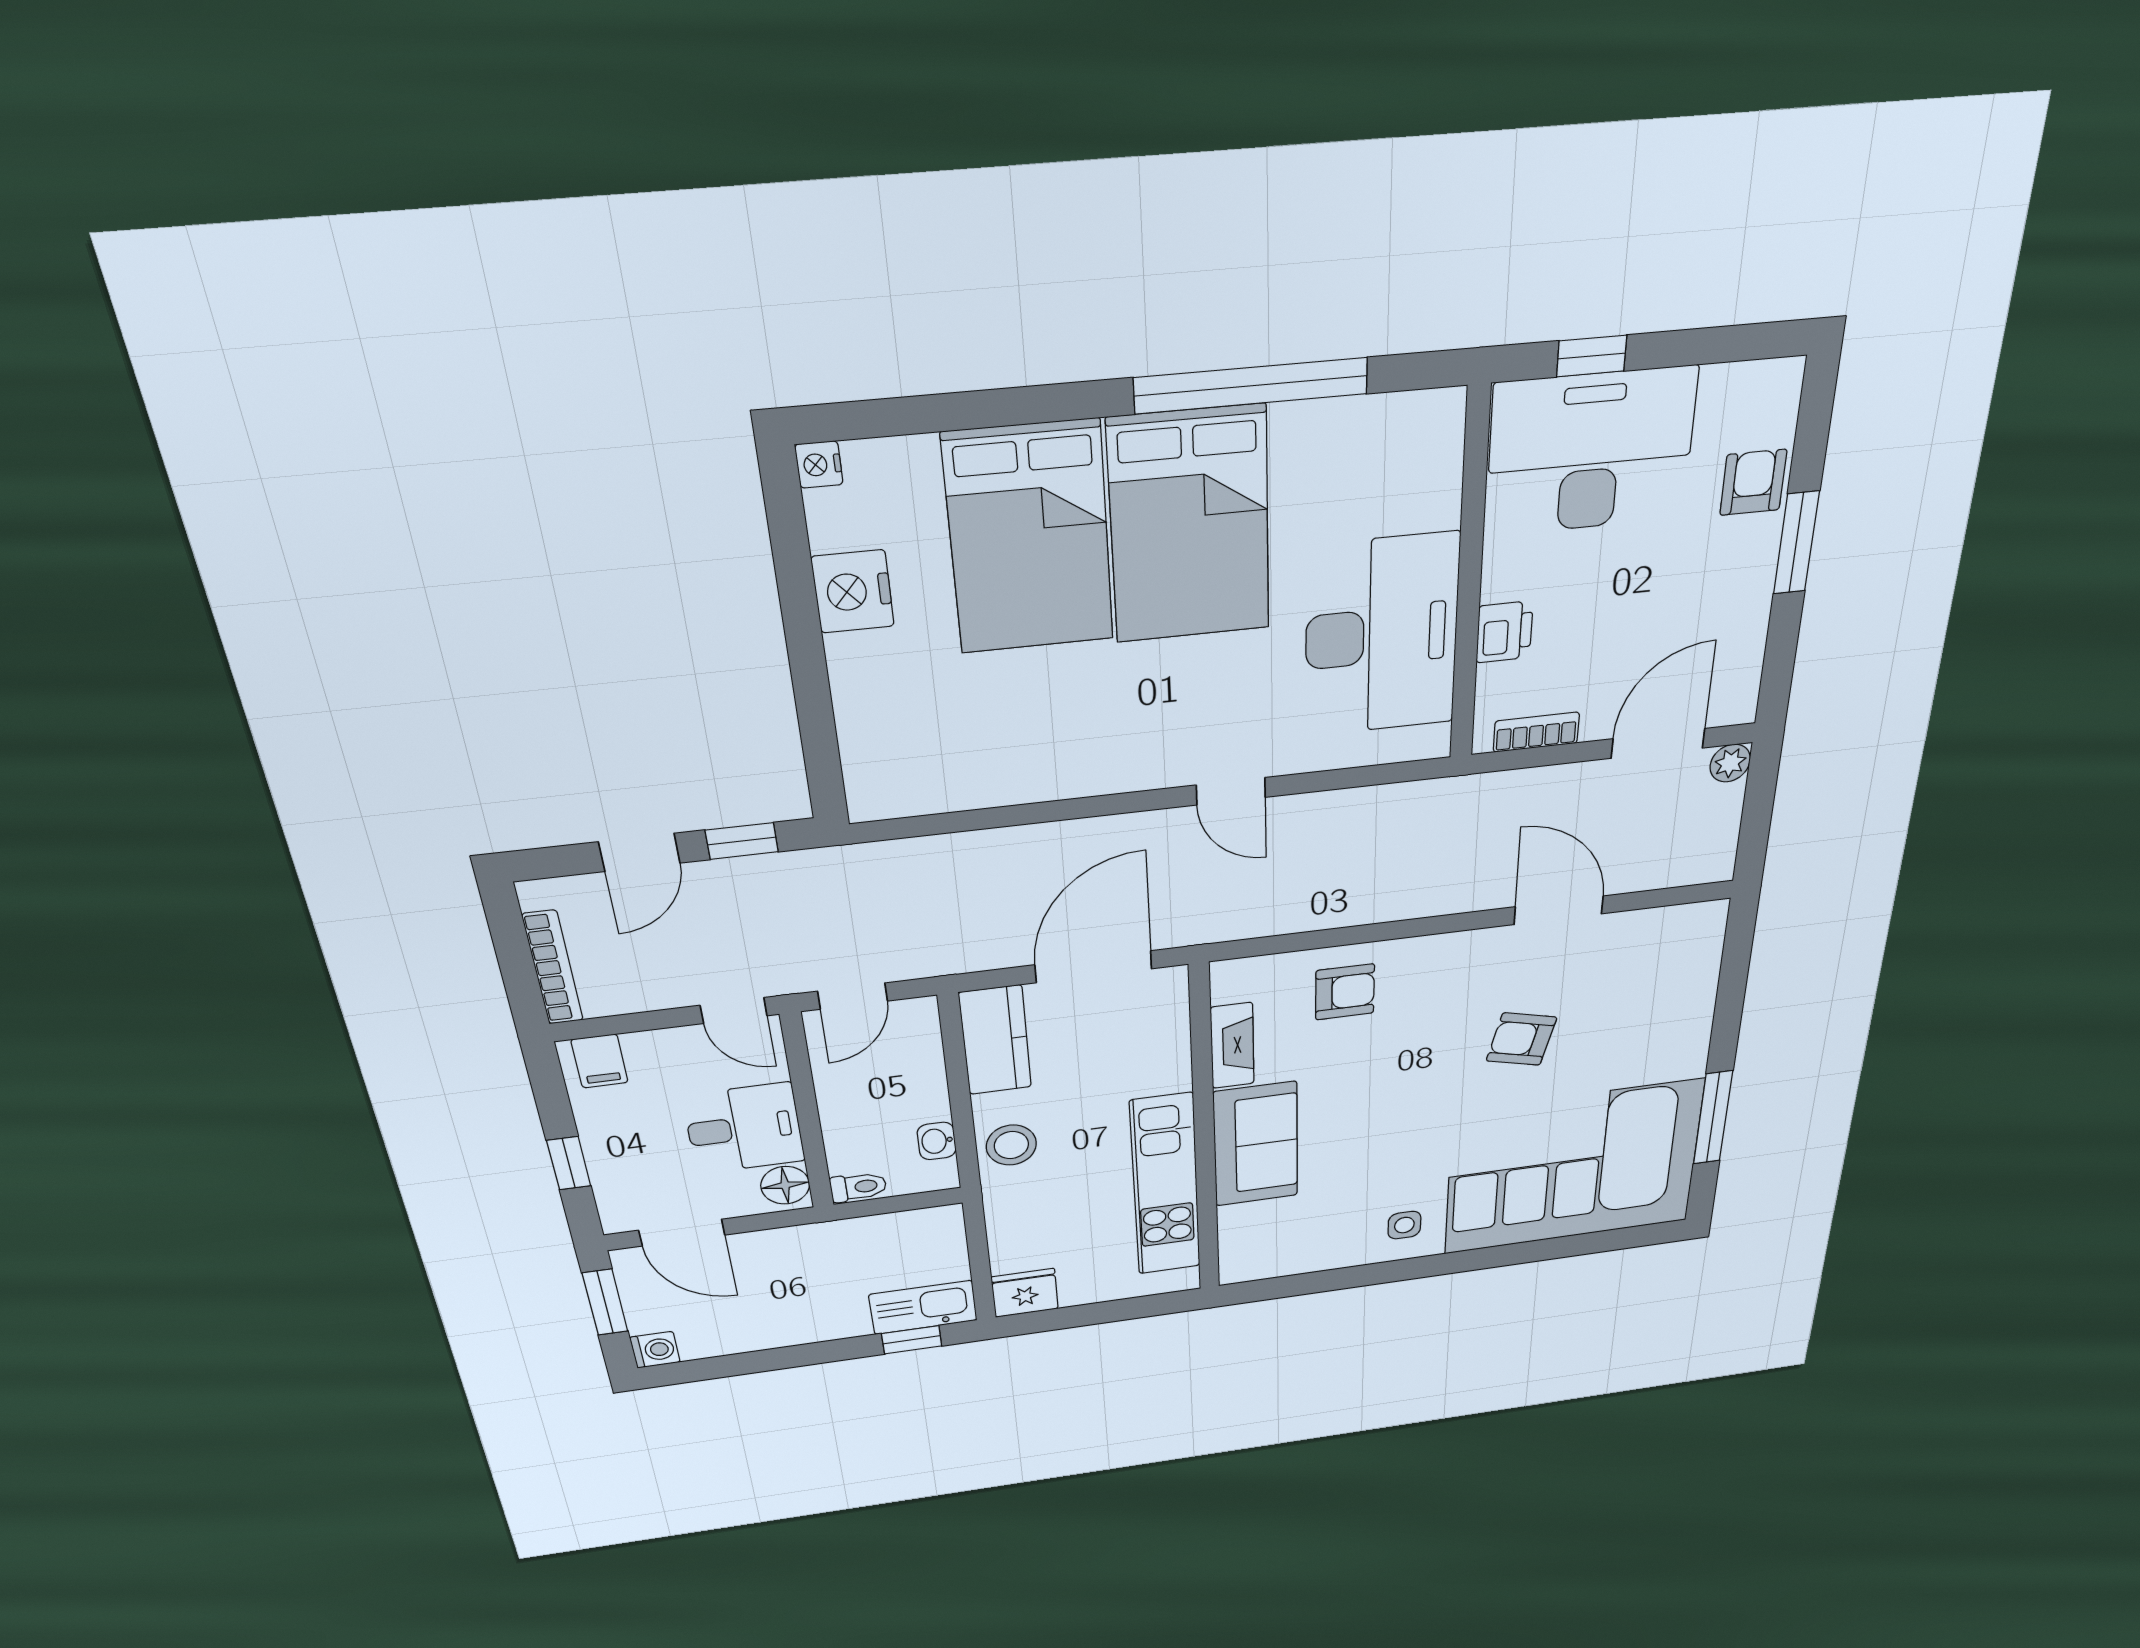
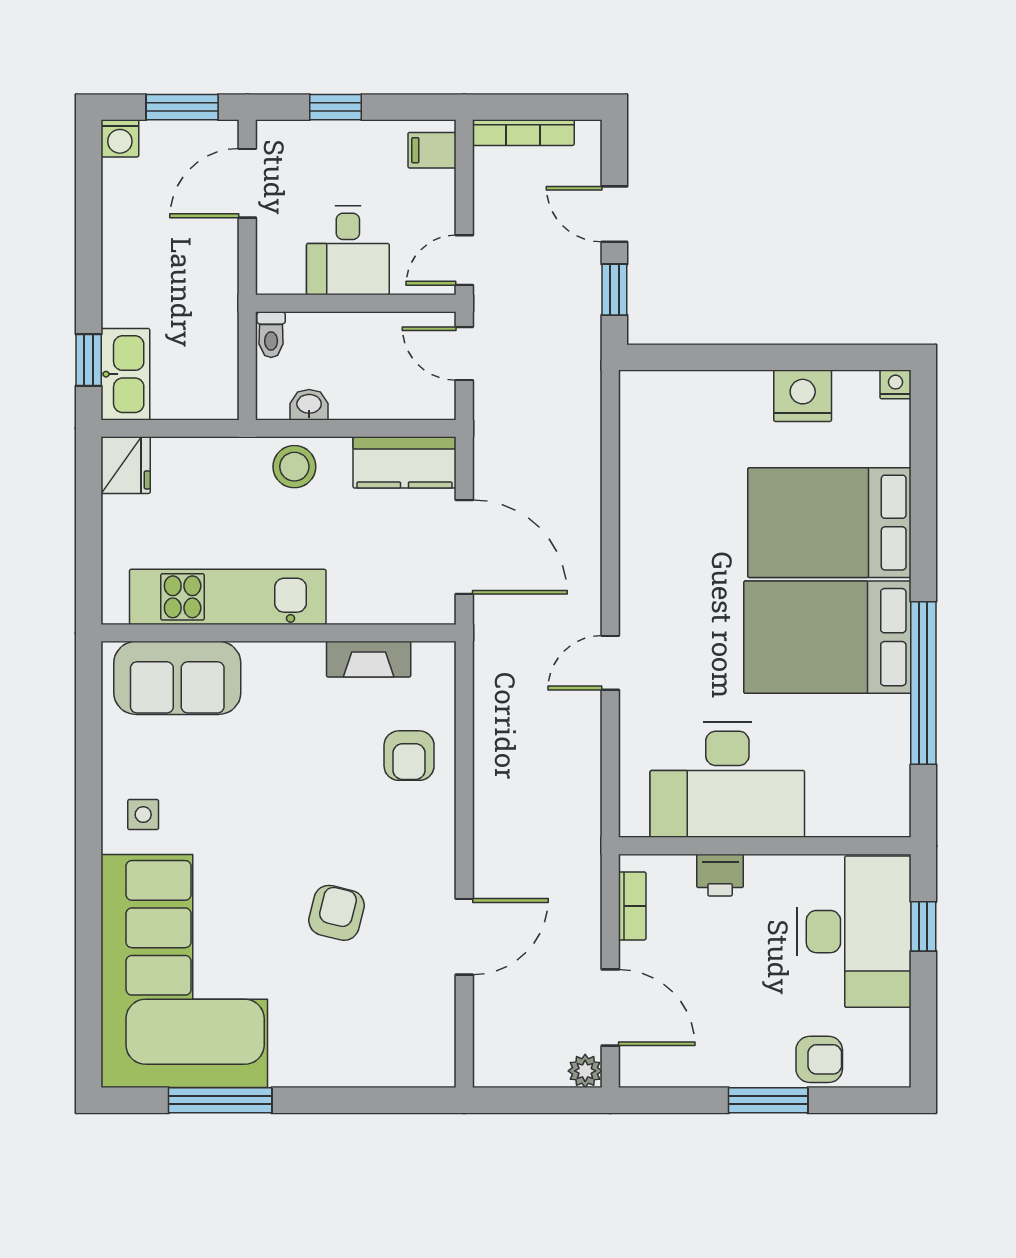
sofa: (1256, 1144) -> (177, 678), moved
floor lamp: (785, 1185) -> (283, 275), removed

